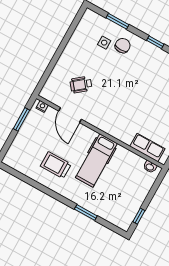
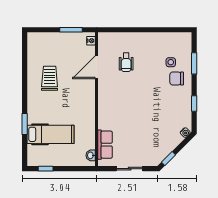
chair: (123, 46) -> (177, 78), turned 180
wheelchair: (81, 85) -> (126, 62), turned -141
hospital bed: (96, 160) -> (51, 134), moved, turned 180

